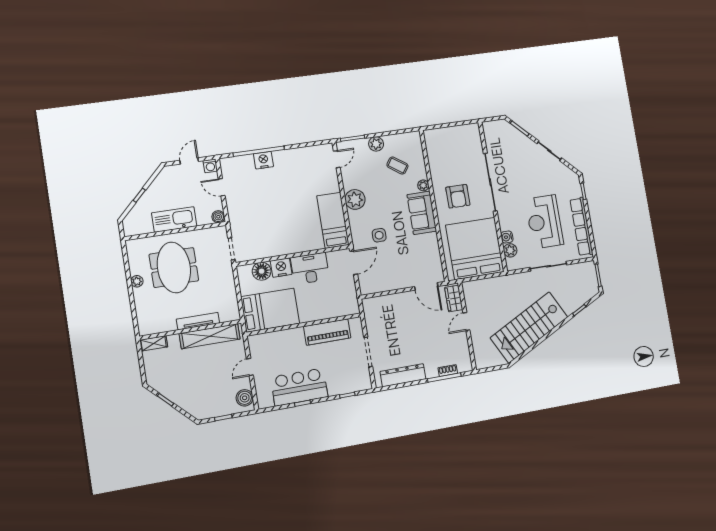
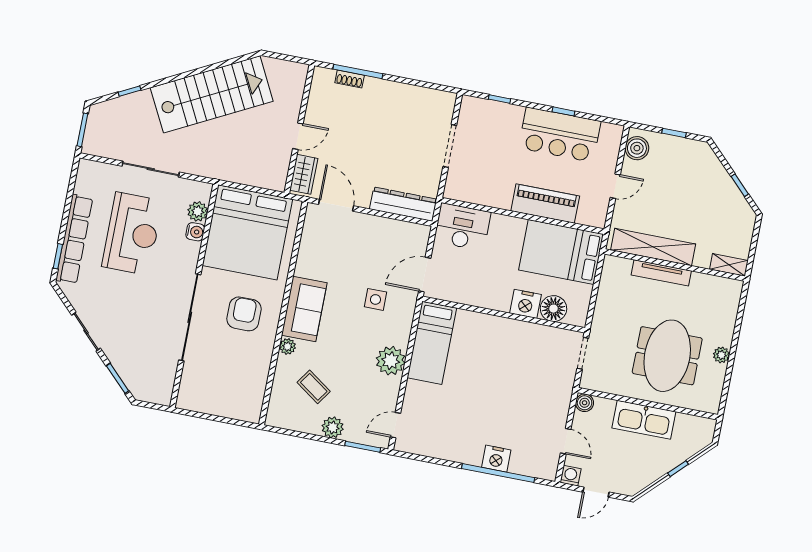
row of seats: (581, 227) -> (74, 239), moved
desk: (310, 268) -> (462, 227), moved, turned 180
piano: (327, 332) -> (545, 204), moved
dresser: (403, 375) -> (403, 204), moved, turned 180

